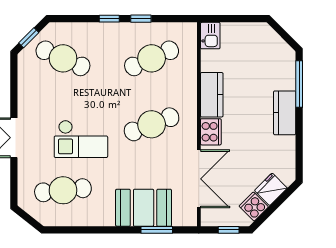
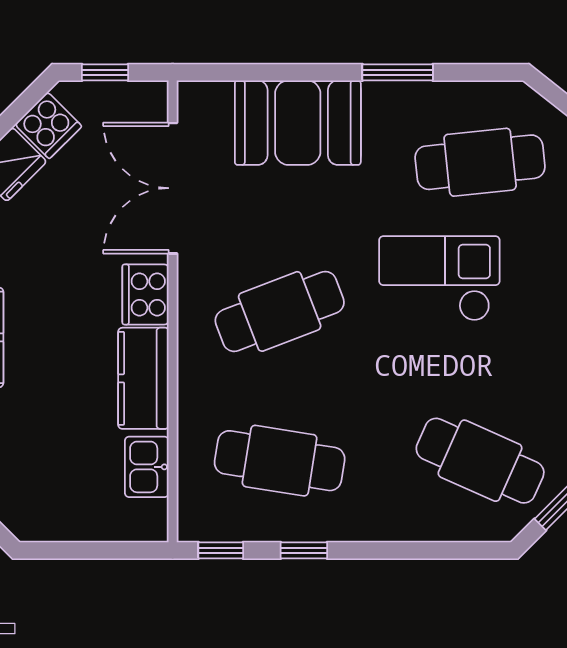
window: (109, 19) -> (221, 550), moved
kitchen sink: (210, 36) -> (147, 467), moved
cafe table: (152, 58) -> (280, 461), turned 33
window: (157, 230) -> (398, 72), moved

